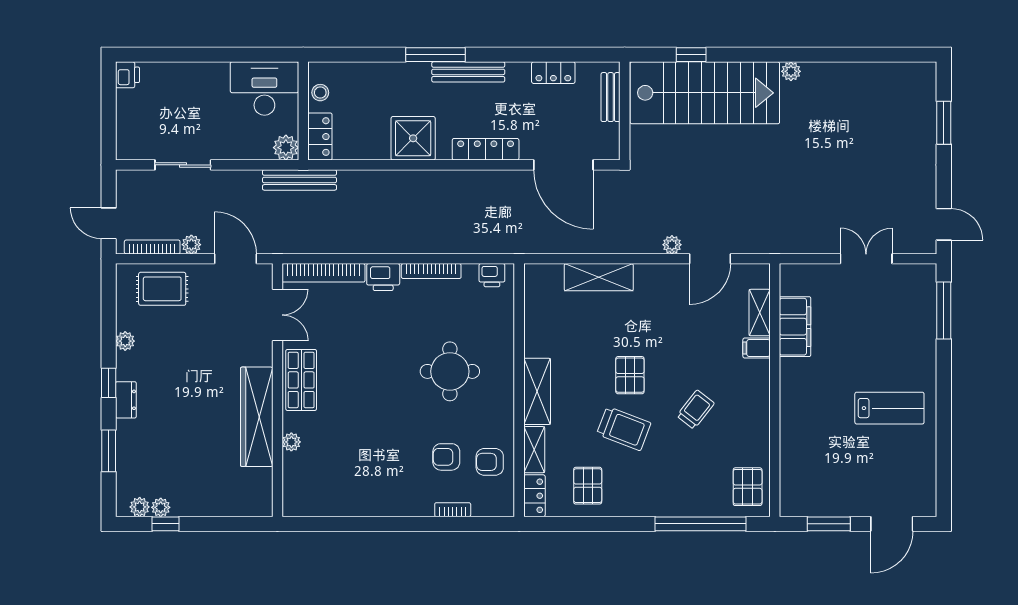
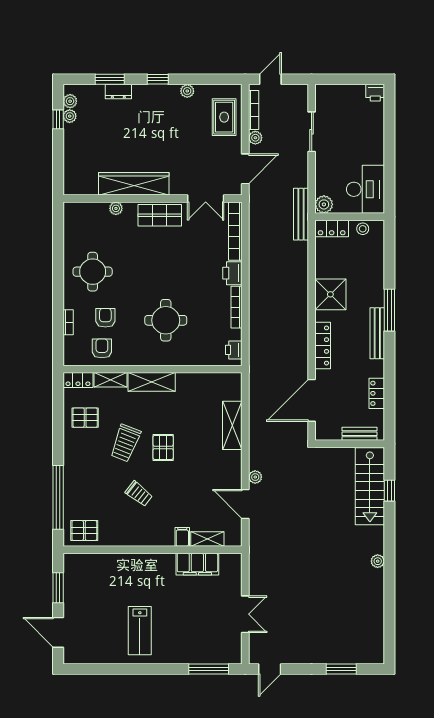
stairs: (705, 93) -> (370, 486), width x0.73, depth x0.66
pallet: (630, 375) -> (163, 447), turned 90
dresser: (126, 400) -> (118, 91), moved
round table: (381, 475) -> (93, 272), added

